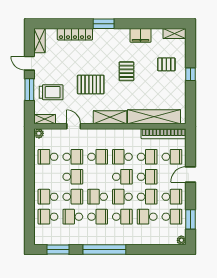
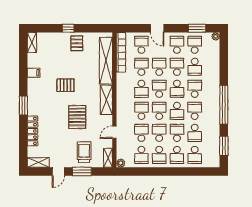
filing cabinet: (140, 35) -> (34, 73), width x0.50
pallet: (166, 64) -> (77, 43), moved
school desk: (48, 177) -> (159, 155), added
school desk: (98, 177) -> (159, 111), added

